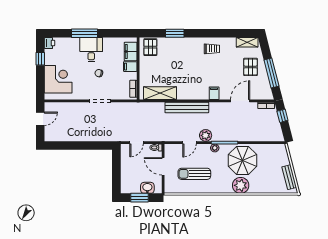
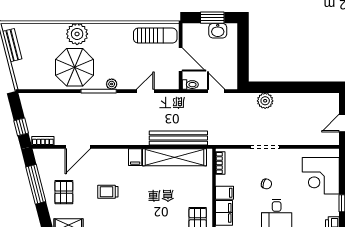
trolley: (212, 49) -> (108, 192), moved
shelving: (160, 93) -> (175, 157), width x1.47
filing cabinet: (214, 93) -> (135, 157), moved
bench: (187, 108) -> (178, 138), moved
plant: (206, 135) -> (265, 101), moved
door: (136, 143) -> (216, 91), hinge flipped
sun lounger: (194, 174) -> (155, 36), moved
washbasin: (147, 188) -> (218, 31), moved

